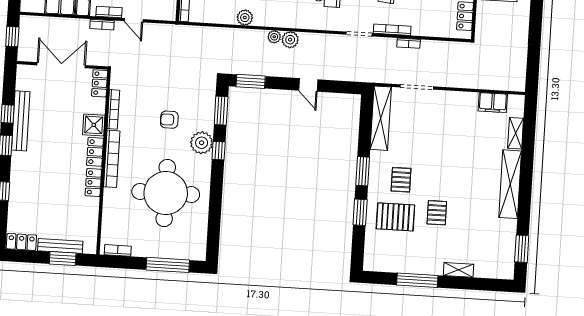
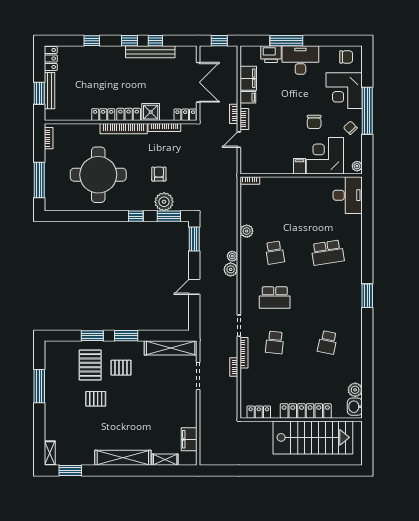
plant: (202, 143) -> (164, 202), moved
shelving: (458, 270) -> (50, 453), moved

